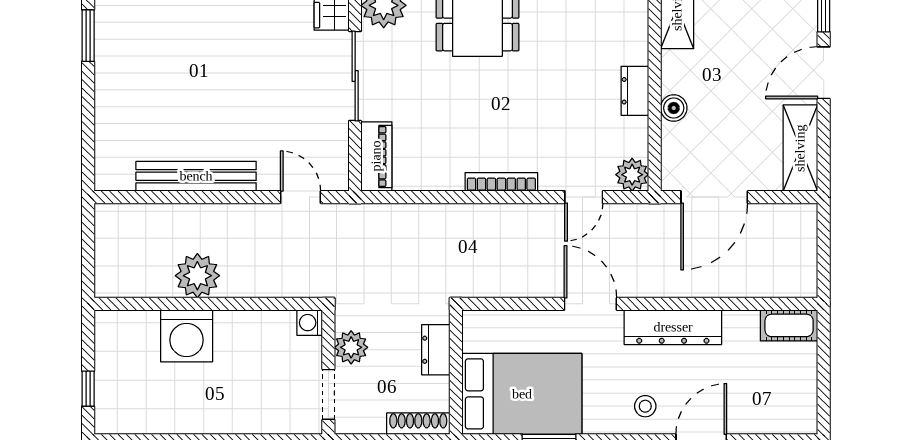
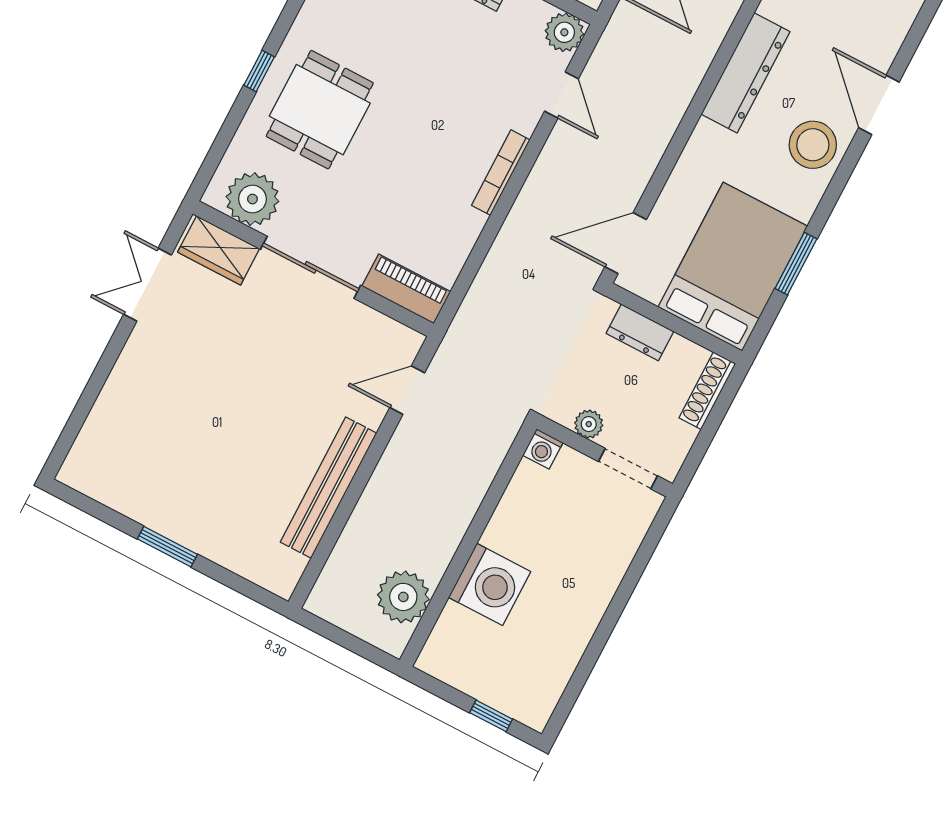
window: (88, 36) -> (167, 547), moved
plant: (197, 276) -> (403, 597), moved
door: (590, 304) -> (626, 243), moved
plant: (351, 347) -> (589, 424), width x0.73, depth x0.73
stool: (645, 406) -> (813, 145), width x1.89, depth x1.89

